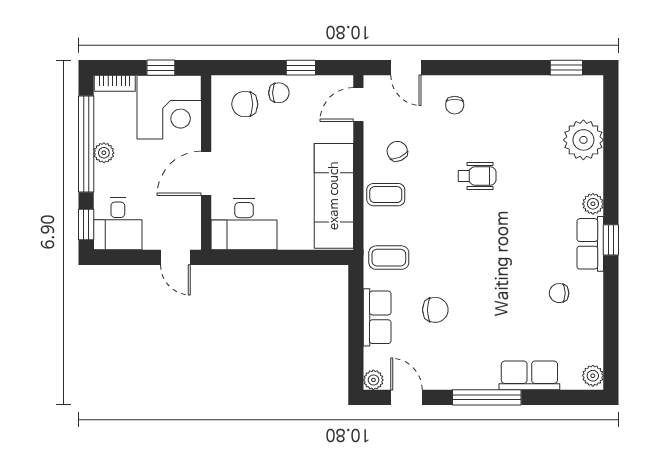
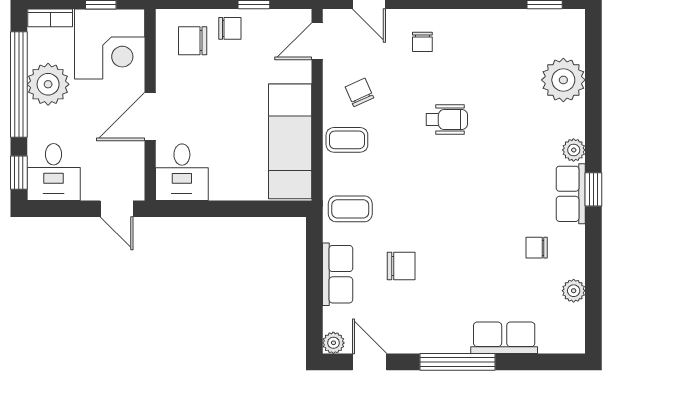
plant: (104, 153) -> (48, 84), width x1.88, depth x1.88
desk: (244, 224) -> (182, 172), width x0.73
plant: (593, 376) -> (574, 291), moved

